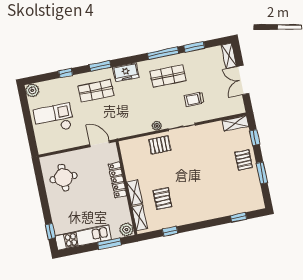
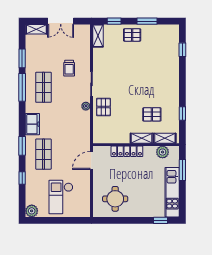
plant: (127, 230) -> (163, 152), moved

